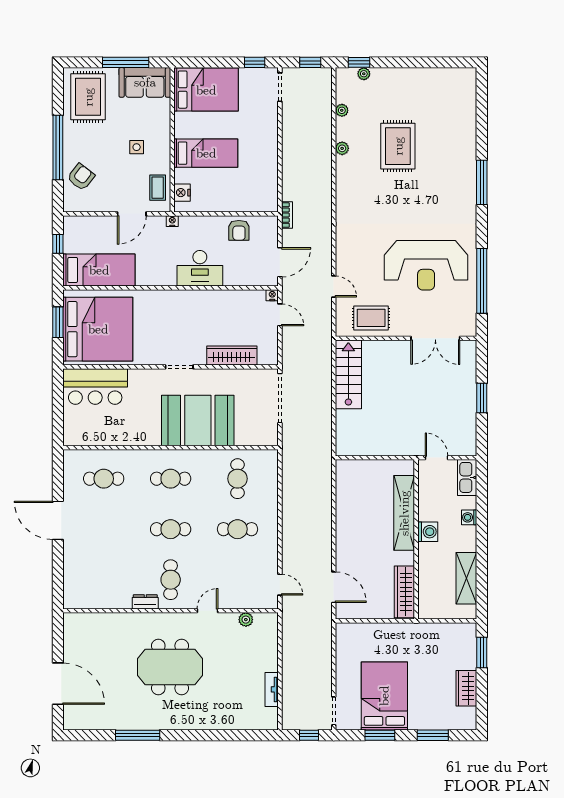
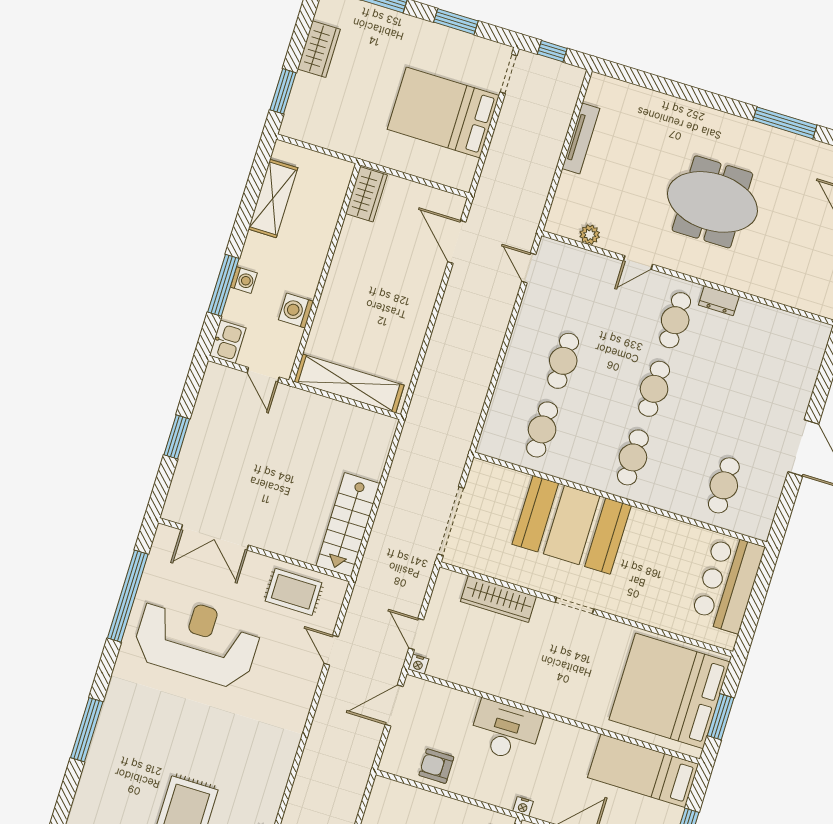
bookcase: (287, 215) -> (365, 767), removed
armchair: (239, 230) -> (436, 766), turned -90
double door: (435, 338) -> (215, 537), swing flipped
bar counter: (95, 386) -> (728, 583), moved, turned -90
kitchen sink: (467, 477) -> (228, 342), width x0.73
cafe table: (104, 479) -> (724, 485), turned 90
cafe table: (171, 479) -> (633, 457), turned 90
window: (482, 510) -> (223, 285), added
shelving: (404, 513) -> (349, 383), moved, turned 90
cafe table: (171, 529) -> (654, 389), turned 90
cafe table: (237, 529) -> (563, 361), turned 90
washing machine: (428, 532) -> (296, 311), moved
wardrobe: (404, 592) -> (366, 194), width x0.67
tv unit: (272, 689) -> (581, 138), width x1.41
bed: (384, 696) -> (443, 112), moved, turned 90

